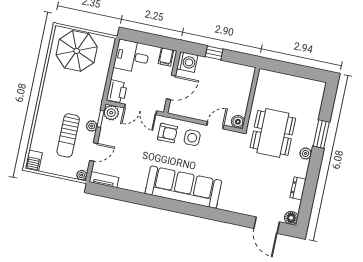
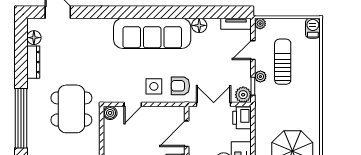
window: (321, 134) -> (21, 118), width x2.11
plant: (305, 153) -> (33, 95), removed
floor lamp: (138, 185) -> (199, 25), added
dresser: (298, 188) -> (33, 62), width x1.44
floor lamp: (291, 218) -> (34, 38), moved

